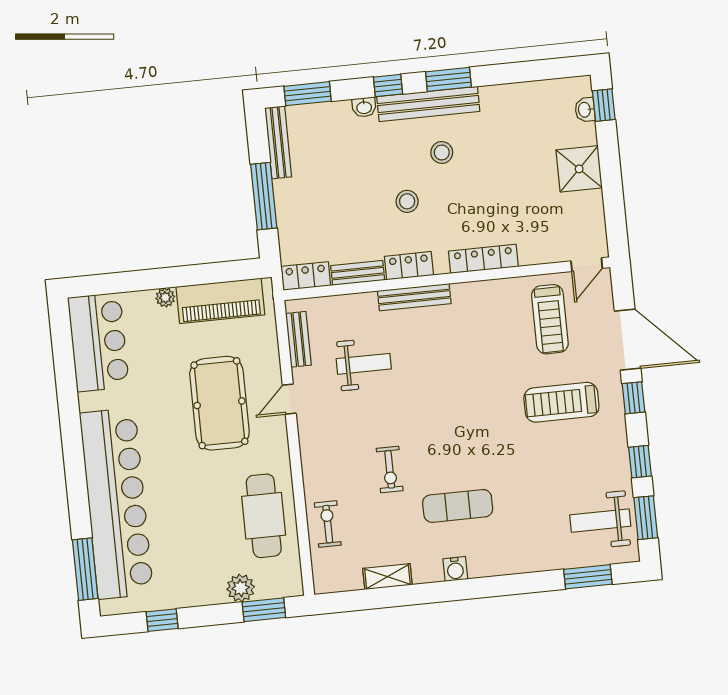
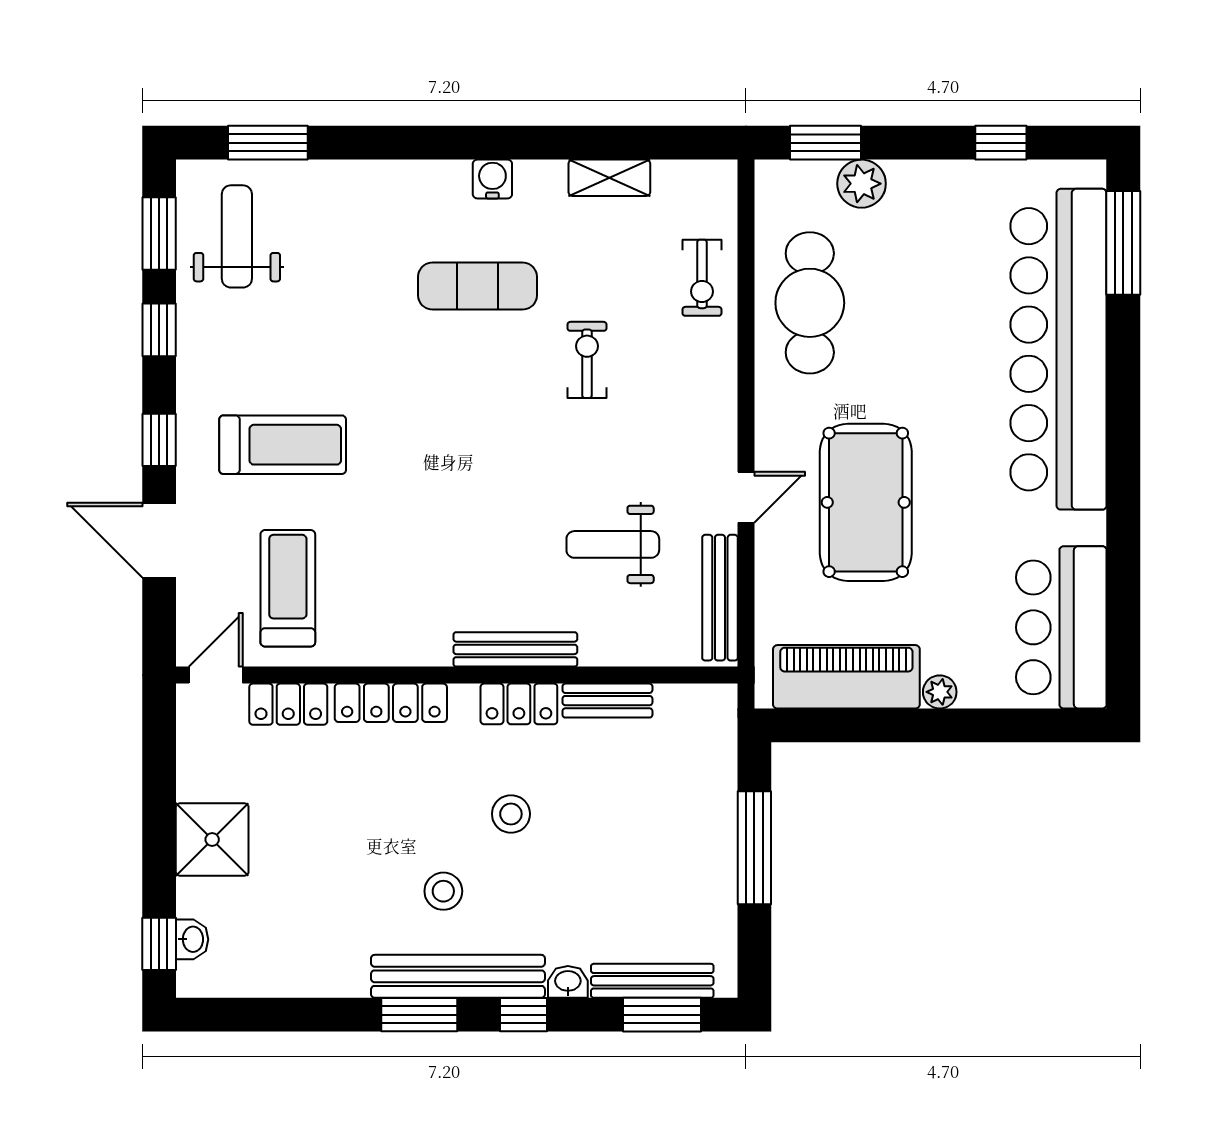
bench: (278, 142) -> (652, 981), moved, turned 90
locker: (306, 276) -> (288, 704), moved
bench: (298, 339) -> (720, 598), width x1.36
door: (628, 340) -> (159, 540), width x0.73
weight bench: (600, 521) -> (237, 236), turned -90

